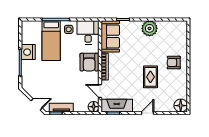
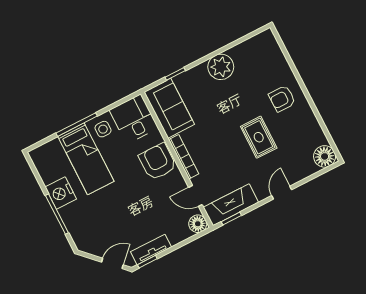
armchair: (89, 62) -> (158, 162), turned 180

